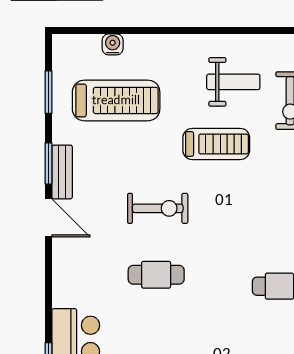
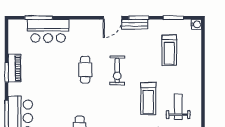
water cooler: (113, 44) -> (196, 24), moved
weight bench: (233, 82) -> (178, 107), turned 180
treadmill: (116, 100) -> (169, 50), width x0.73, depth x0.73

